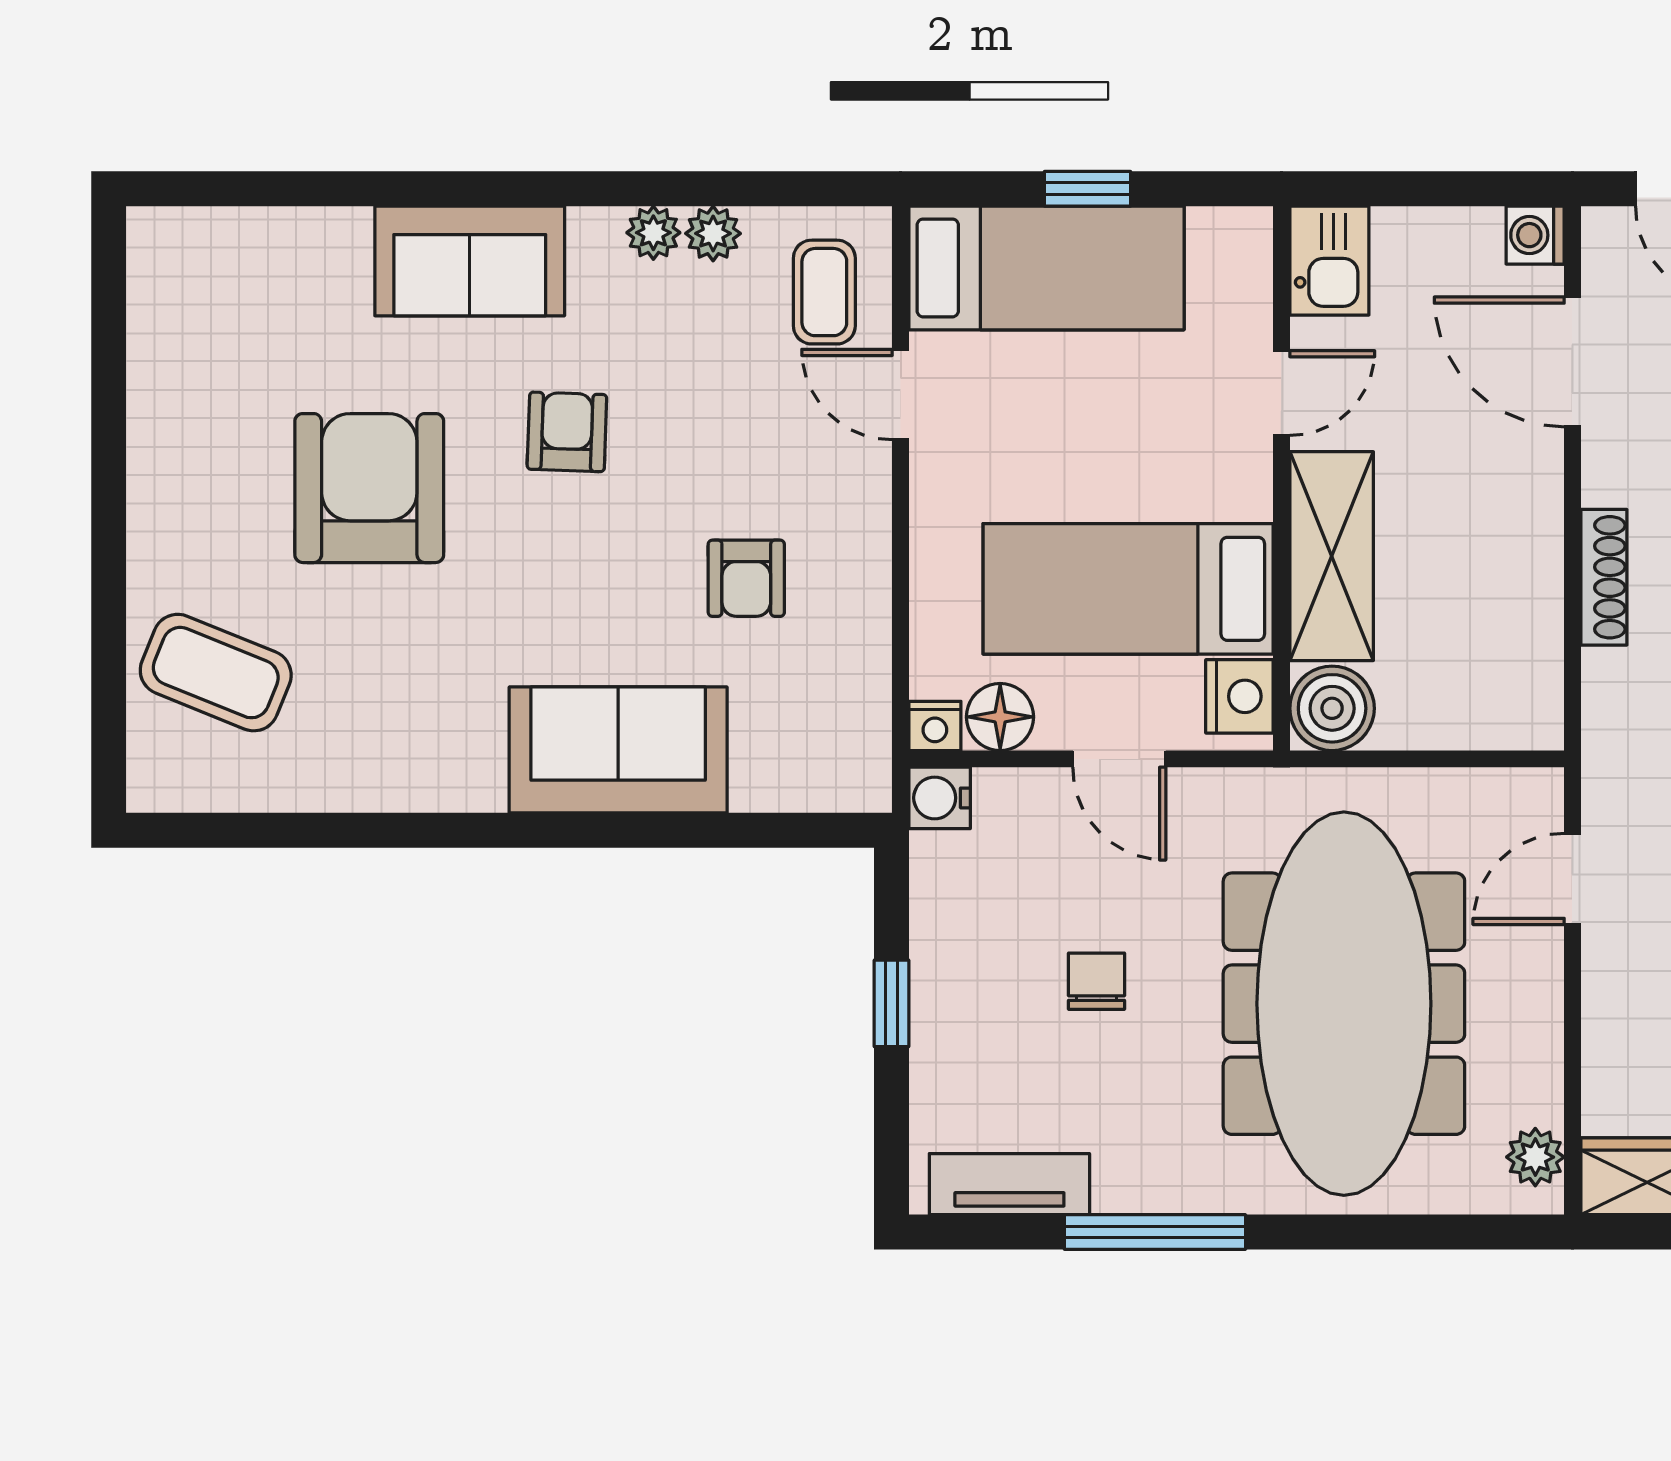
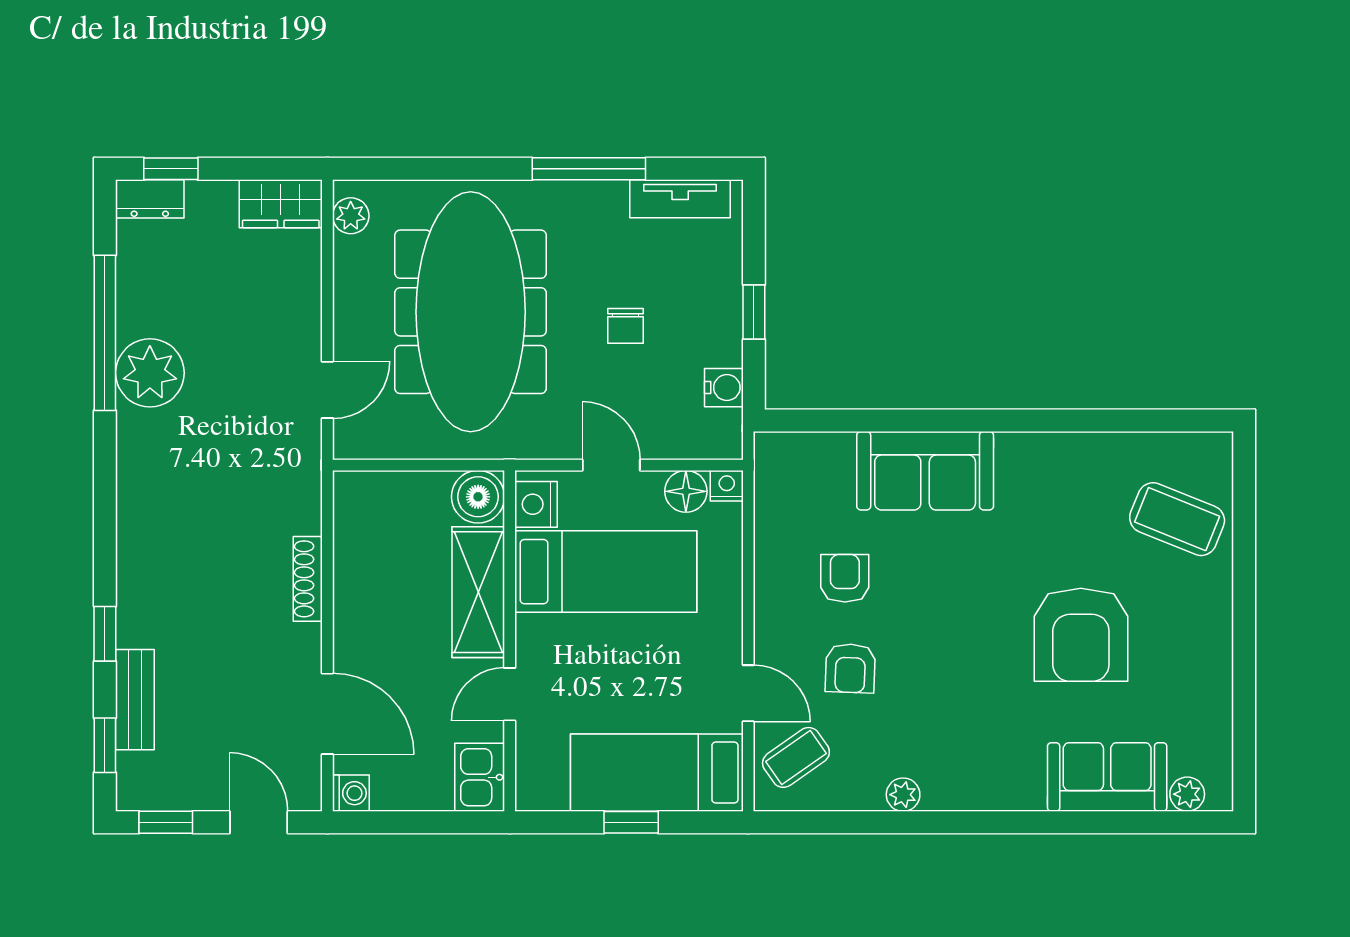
plant: (713, 233) -> (1187, 794), moved
sofa: (470, 261) -> (1107, 777), moved
coffee table: (824, 292) -> (796, 757), turned 55
armchair: (567, 432) -> (850, 668), moved
water cooler: (940, 798) -> (724, 388), moved

